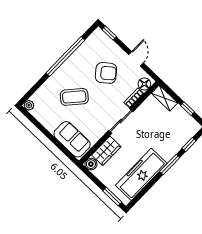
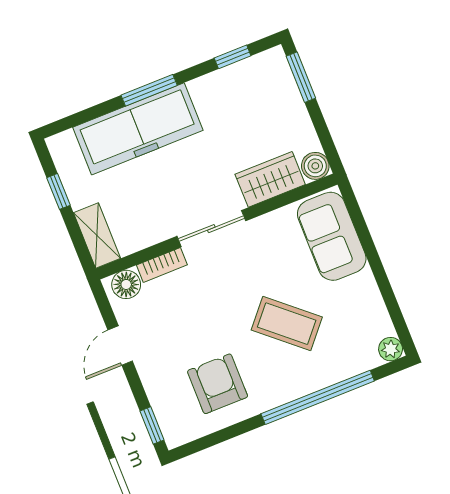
window: (65, 56) -> (318, 397), moved
armchair: (106, 73) -> (218, 384), moved, turned 39
window: (189, 145) -> (233, 57), moved
freezer: (141, 174) -> (138, 129), moved

